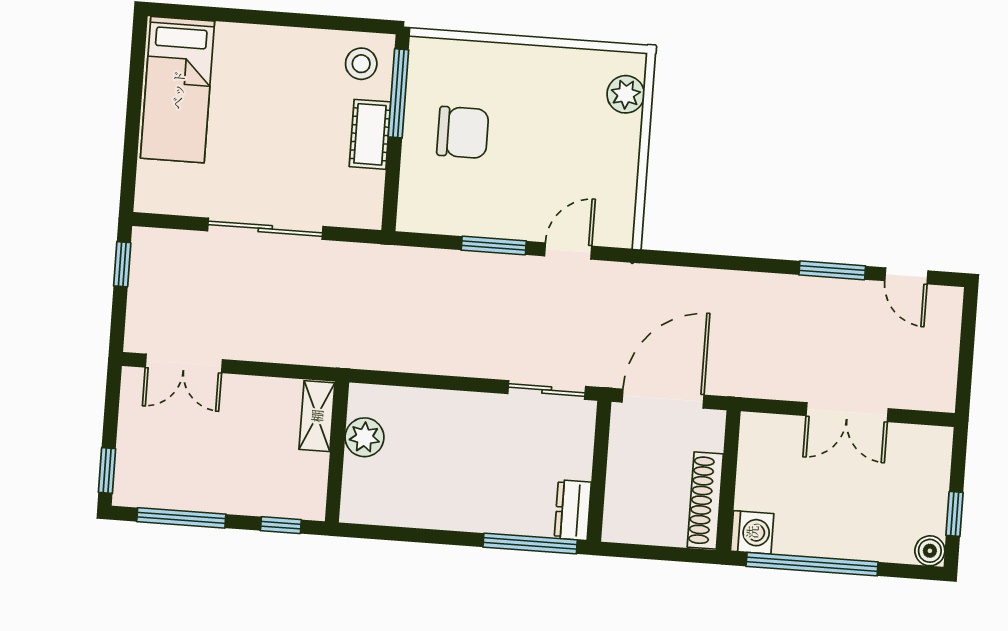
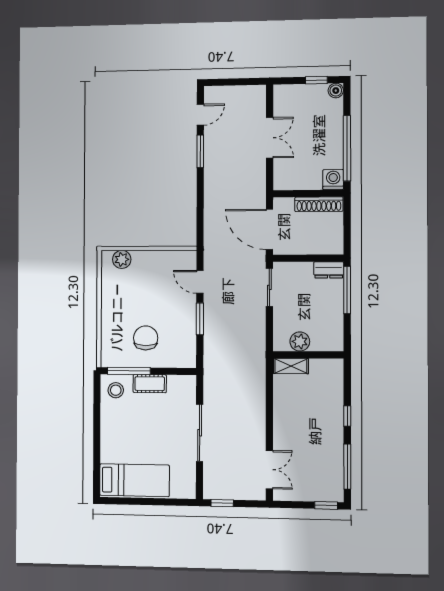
shelving: (317, 416) -> (291, 366), moved
plant: (364, 437) -> (300, 341), moved
wall: (337, 452) -> (308, 355), moved

